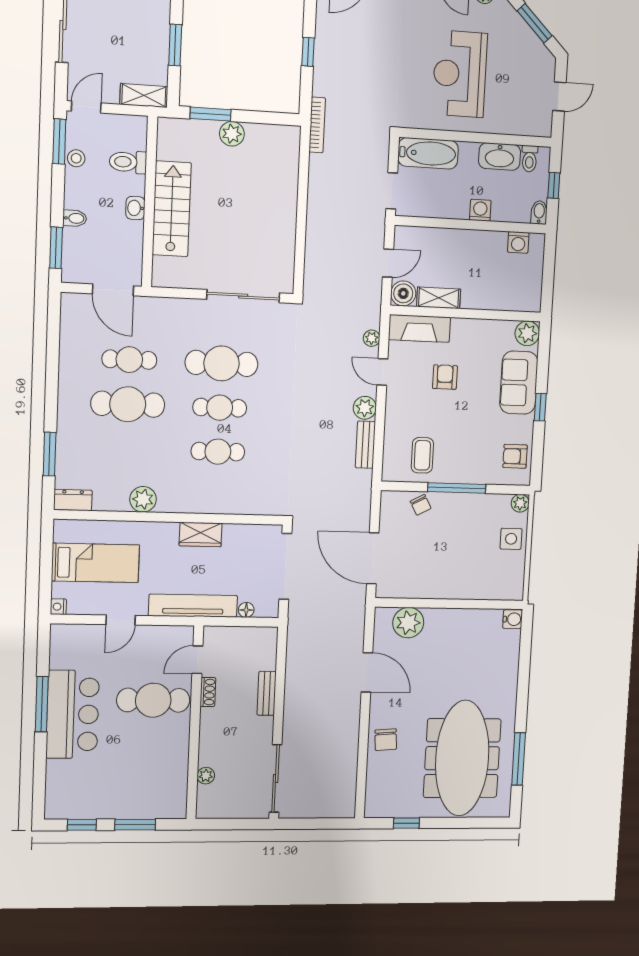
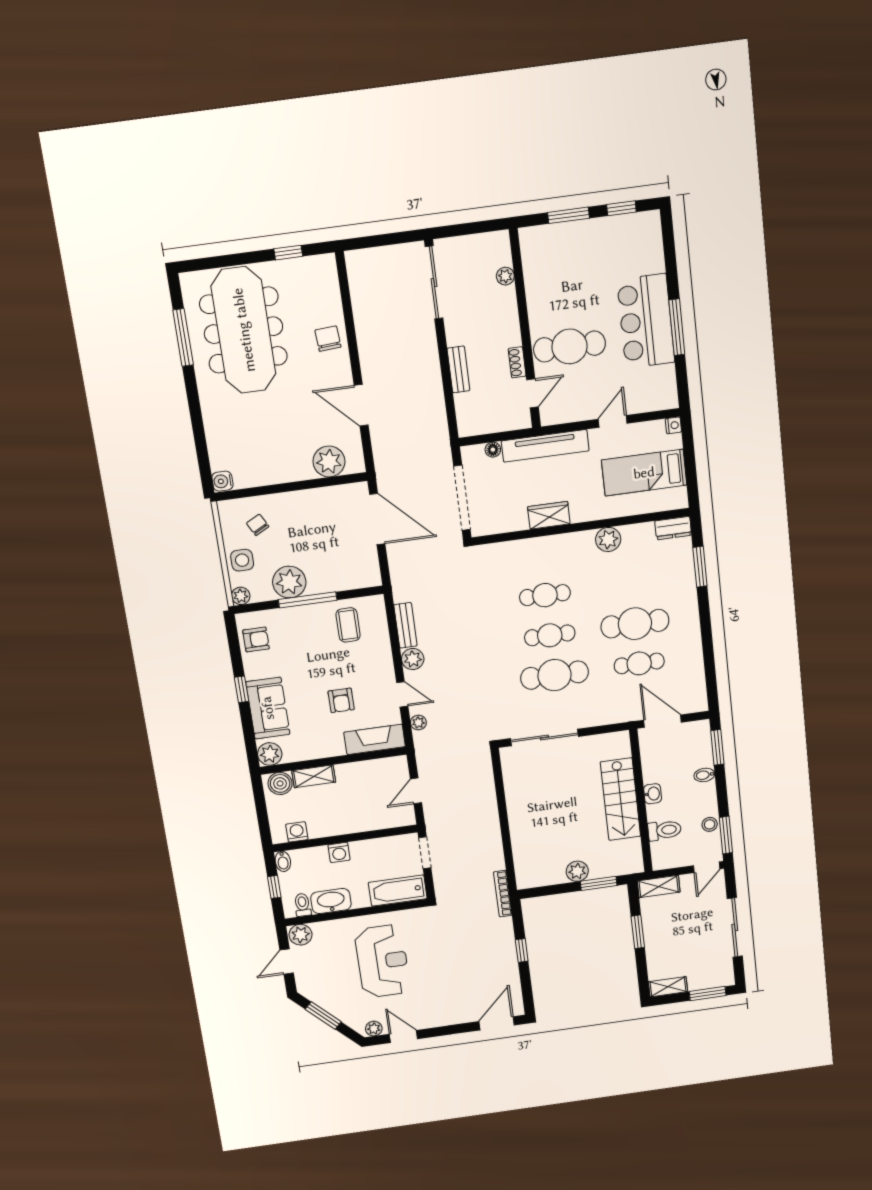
plant: (539, 125) -> (301, 935), added
boiler: (403, 293) -> (280, 783), moved
shelving: (439, 298) -> (314, 776), moved
chair: (421, 505) -> (258, 525), moved
plant: (471, 509) -> (289, 582), added

